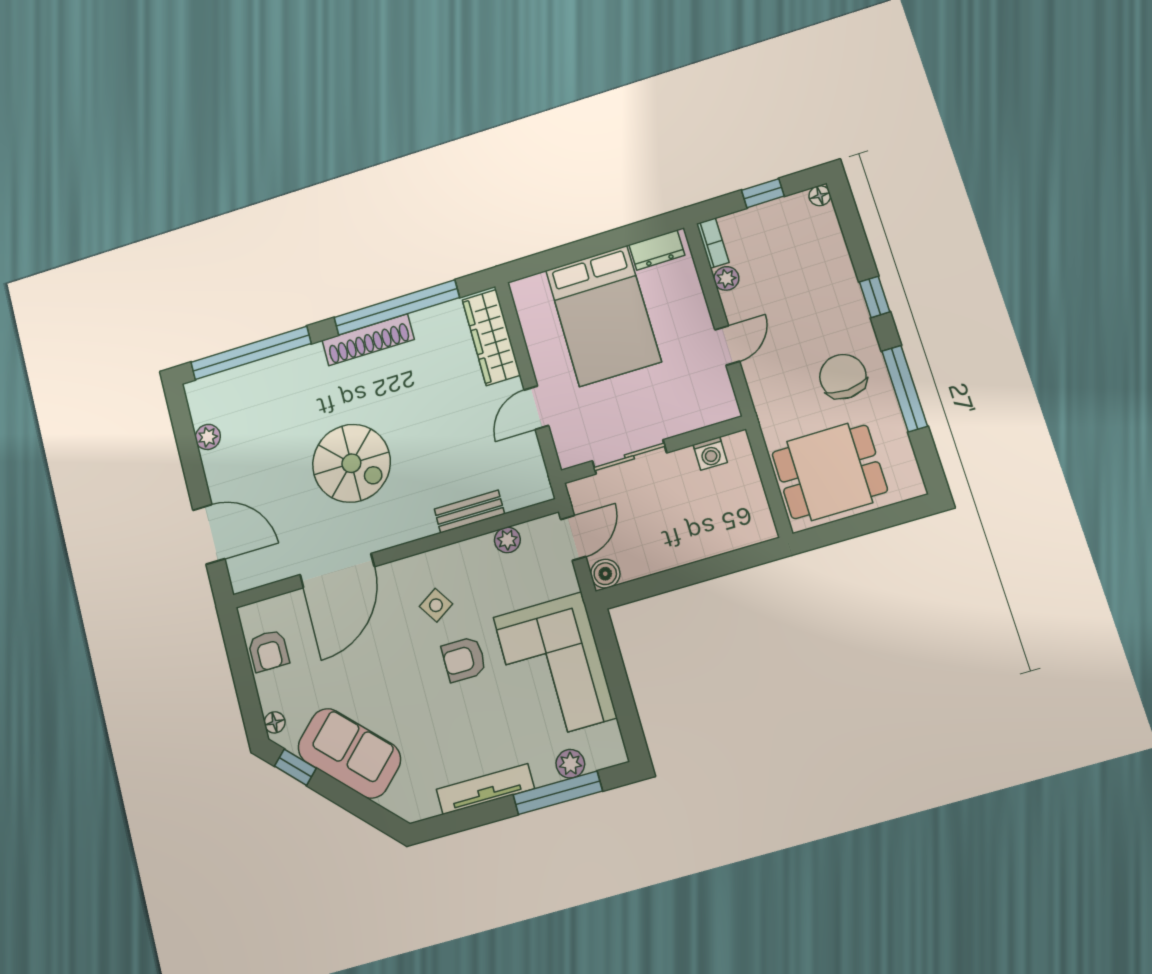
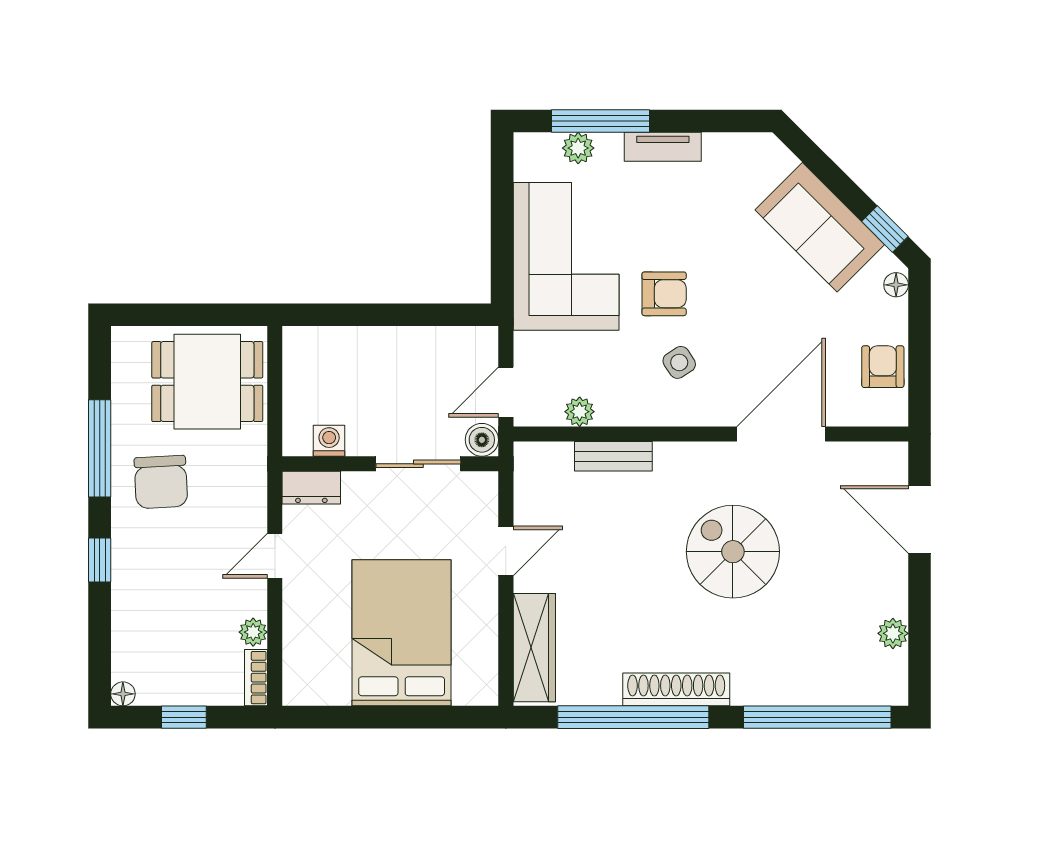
dresser: (657, 250) -> (311, 488), moved, turned 180
boiler: (605, 574) -> (482, 440), moved
tv unit: (485, 789) -> (663, 147), width x0.71

